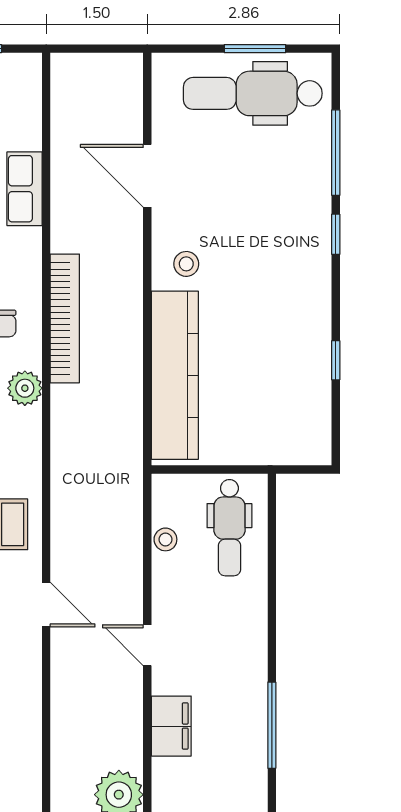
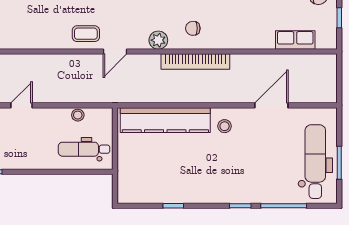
row of seats: (25, 189) -> (295, 40), moved
door: (46, 605) -> (115, 52), moved

